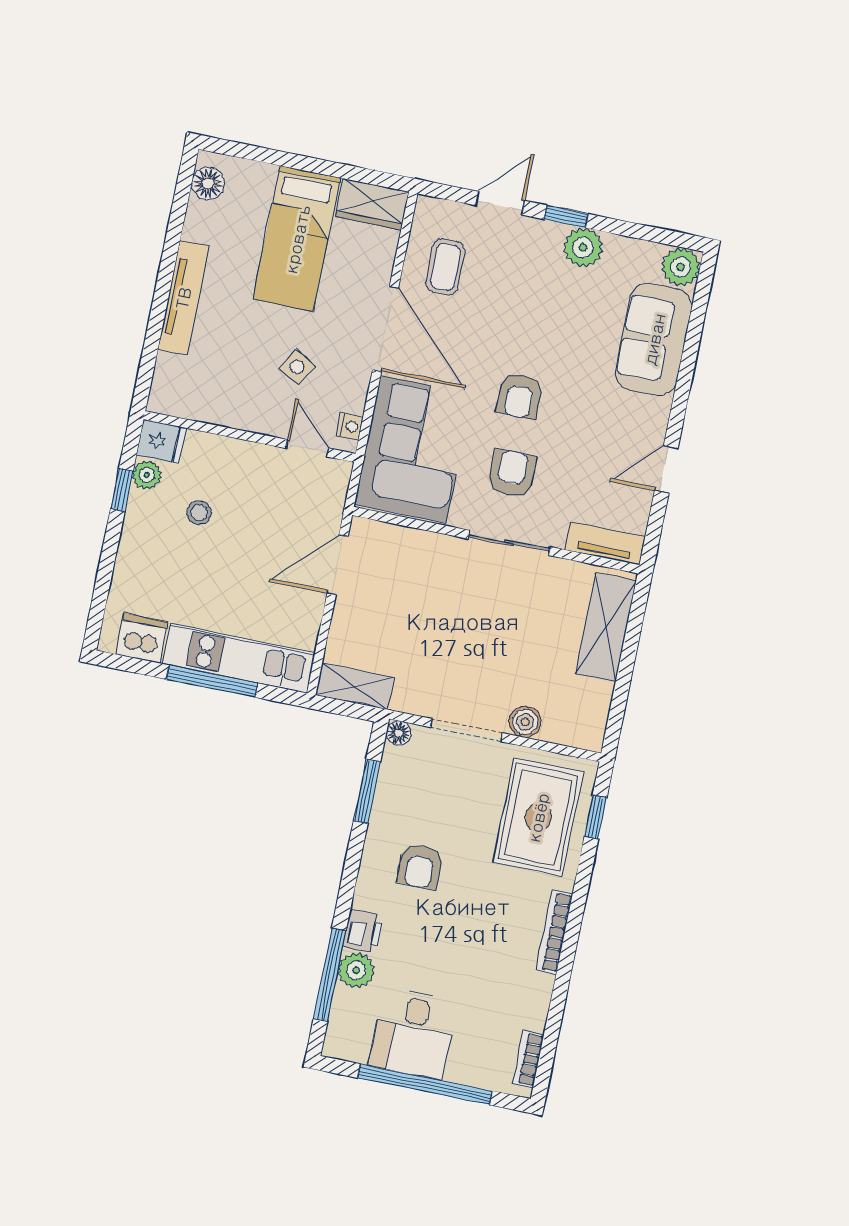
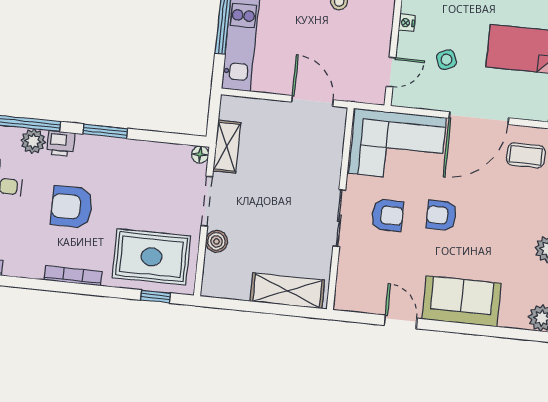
sofa: (654, 339) -> (462, 301), moved
side table: (297, 367) -> (446, 60), turned 37
nightstand: (350, 426) -> (407, 23), moved, turned 90
tv unit: (605, 543) -> (345, 285), removed
shelving: (355, 686) -> (227, 147), moved
window: (367, 791) -> (105, 131), moved
armchair: (420, 866) -> (72, 207), moved, width x1.38, depth x1.38

